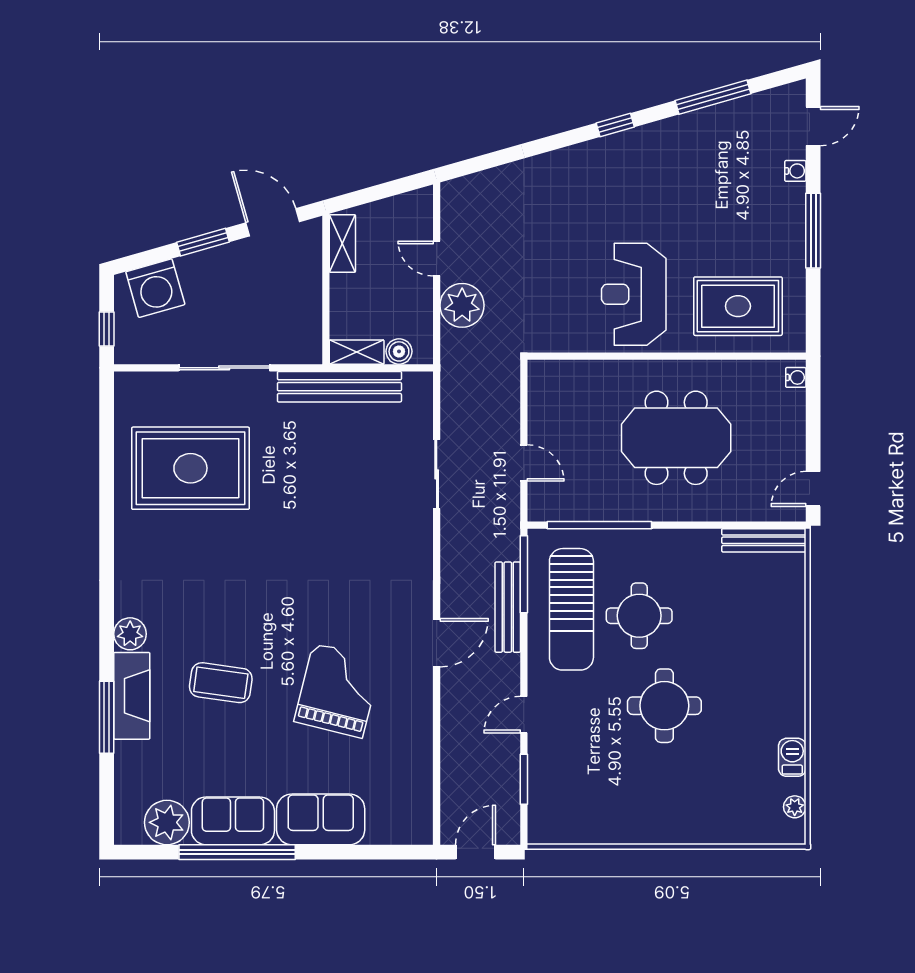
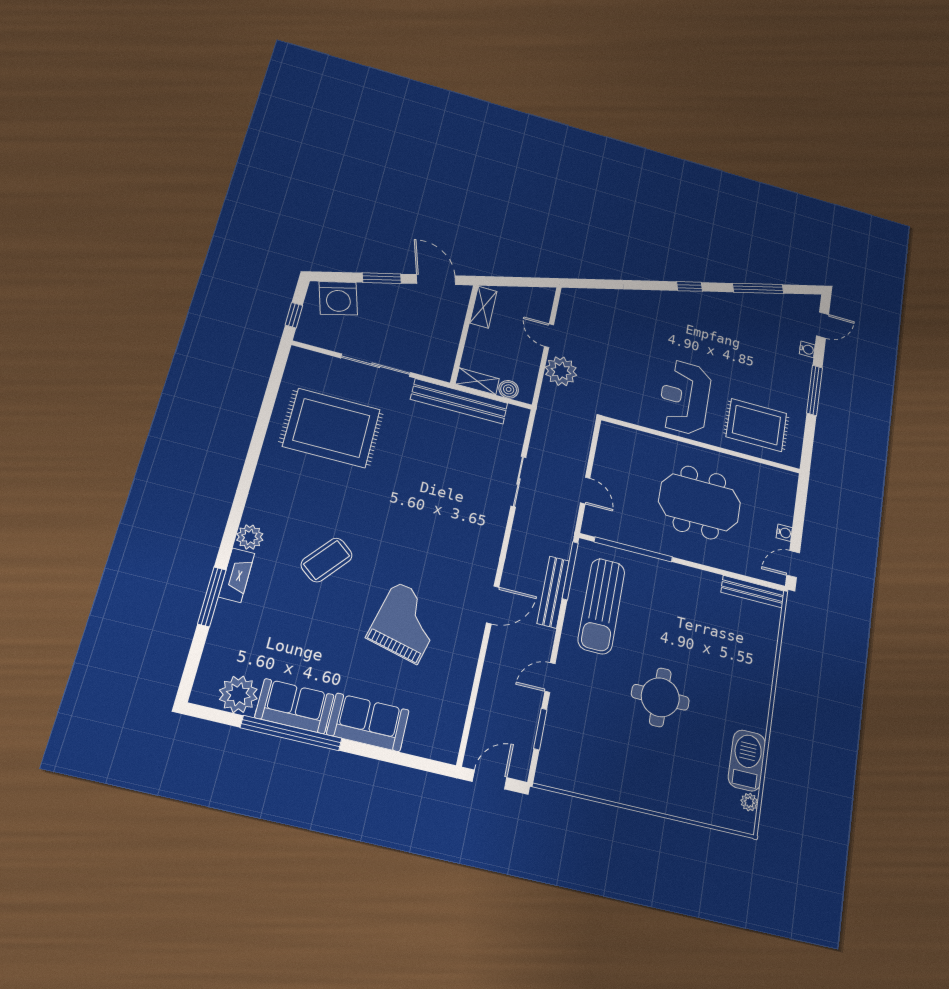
water cooler: (796, 377) -> (784, 533), moved
round table: (639, 616) -> (652, 624), removed
coffee table: (221, 683) -> (327, 560), moved, turned -59
fireplace: (132, 696) -> (237, 575), width x0.73, depth x0.76
barbecue: (792, 757) -> (747, 760), width x1.88, depth x1.53

